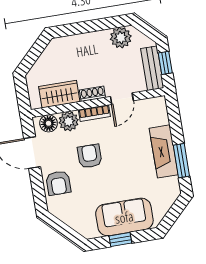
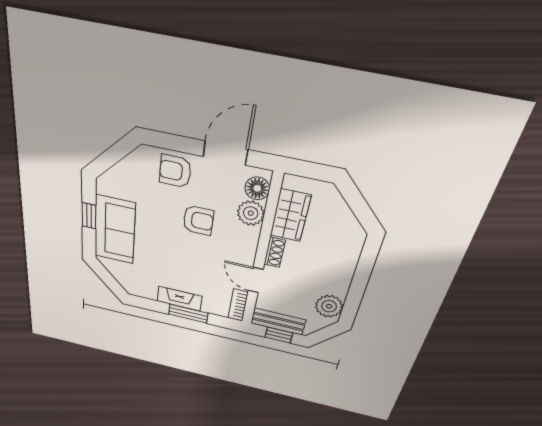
bookcase: (94, 113) -> (238, 305), moved
fireplace: (164, 151) -> (179, 299), width x0.73, depth x0.76
window: (181, 161) -> (188, 314), moved

